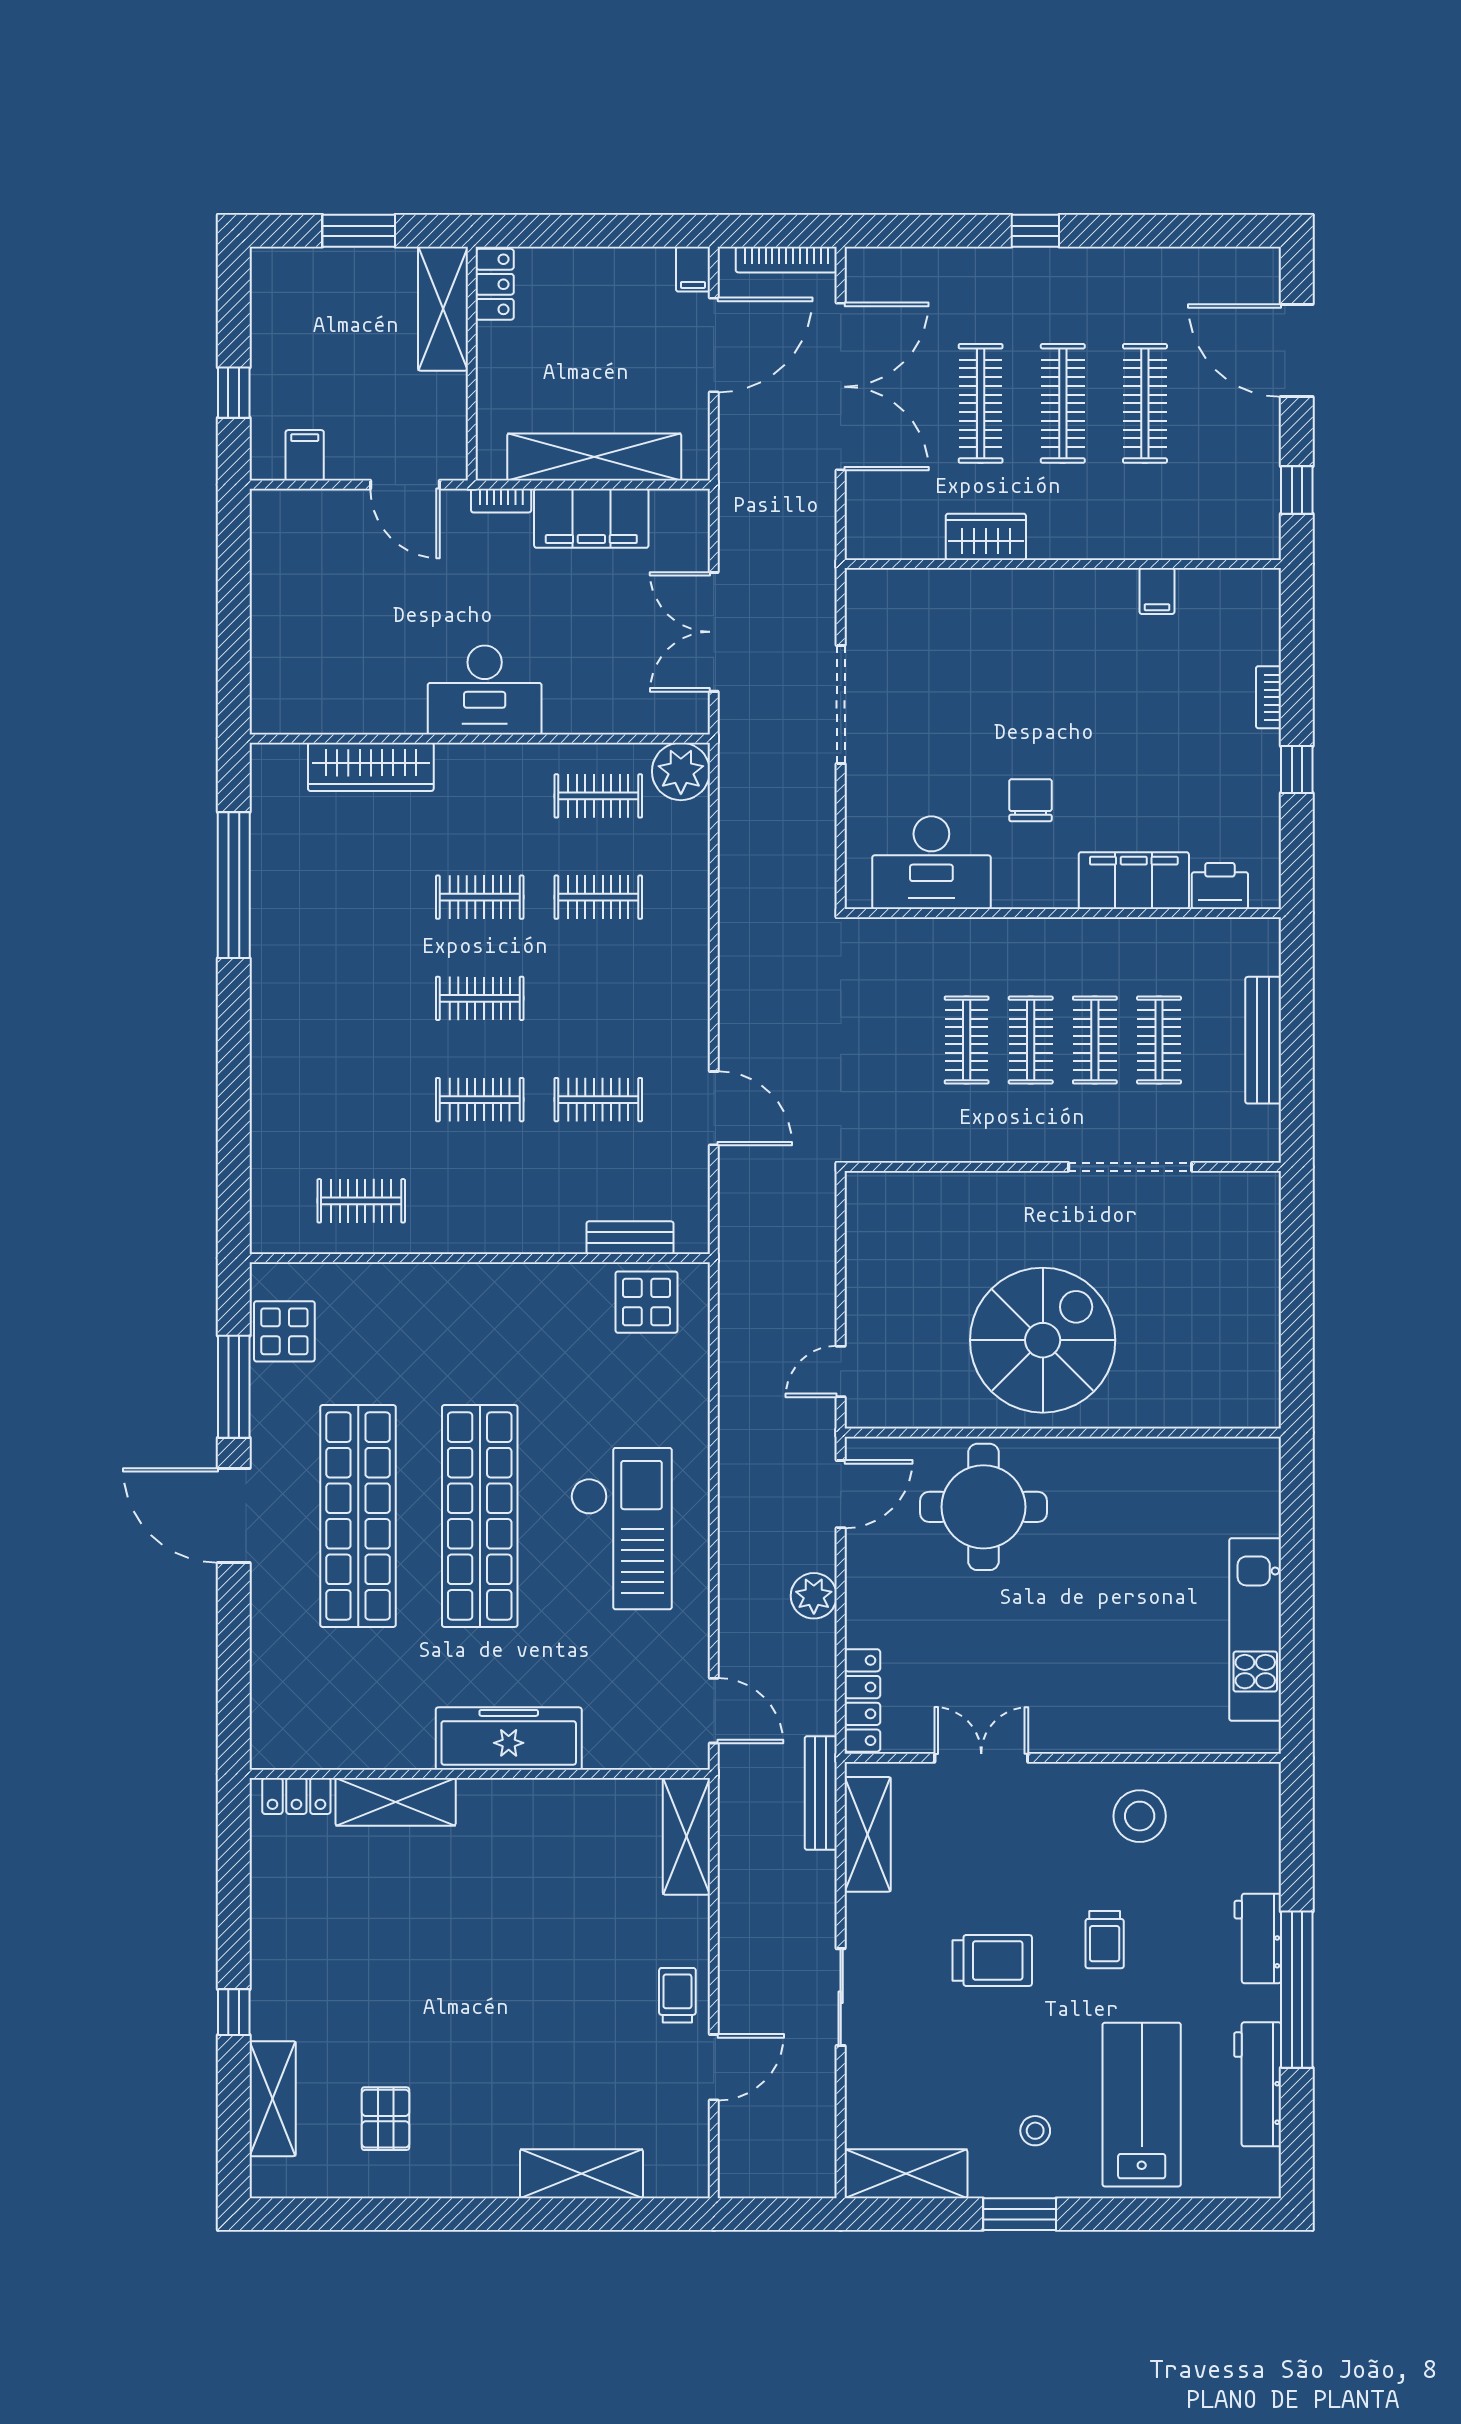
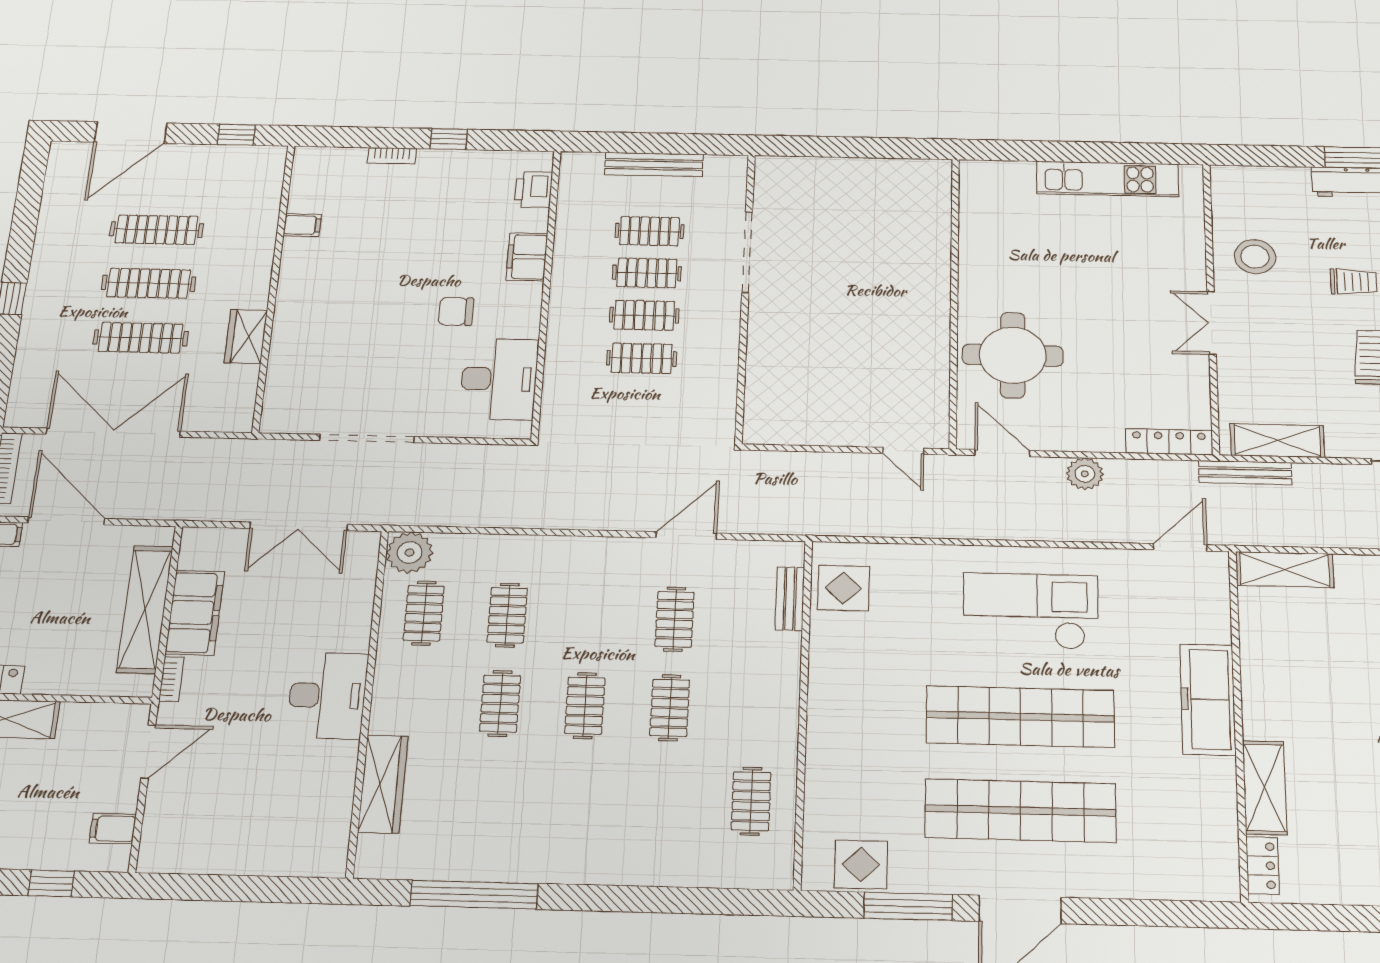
filing cabinet: (1134, 881) -> (527, 257), width x0.67, depth x0.86
spiral stairs: (1043, 1340) -> (881, 313), removed
double door: (981, 1758) -> (1212, 323), moved

